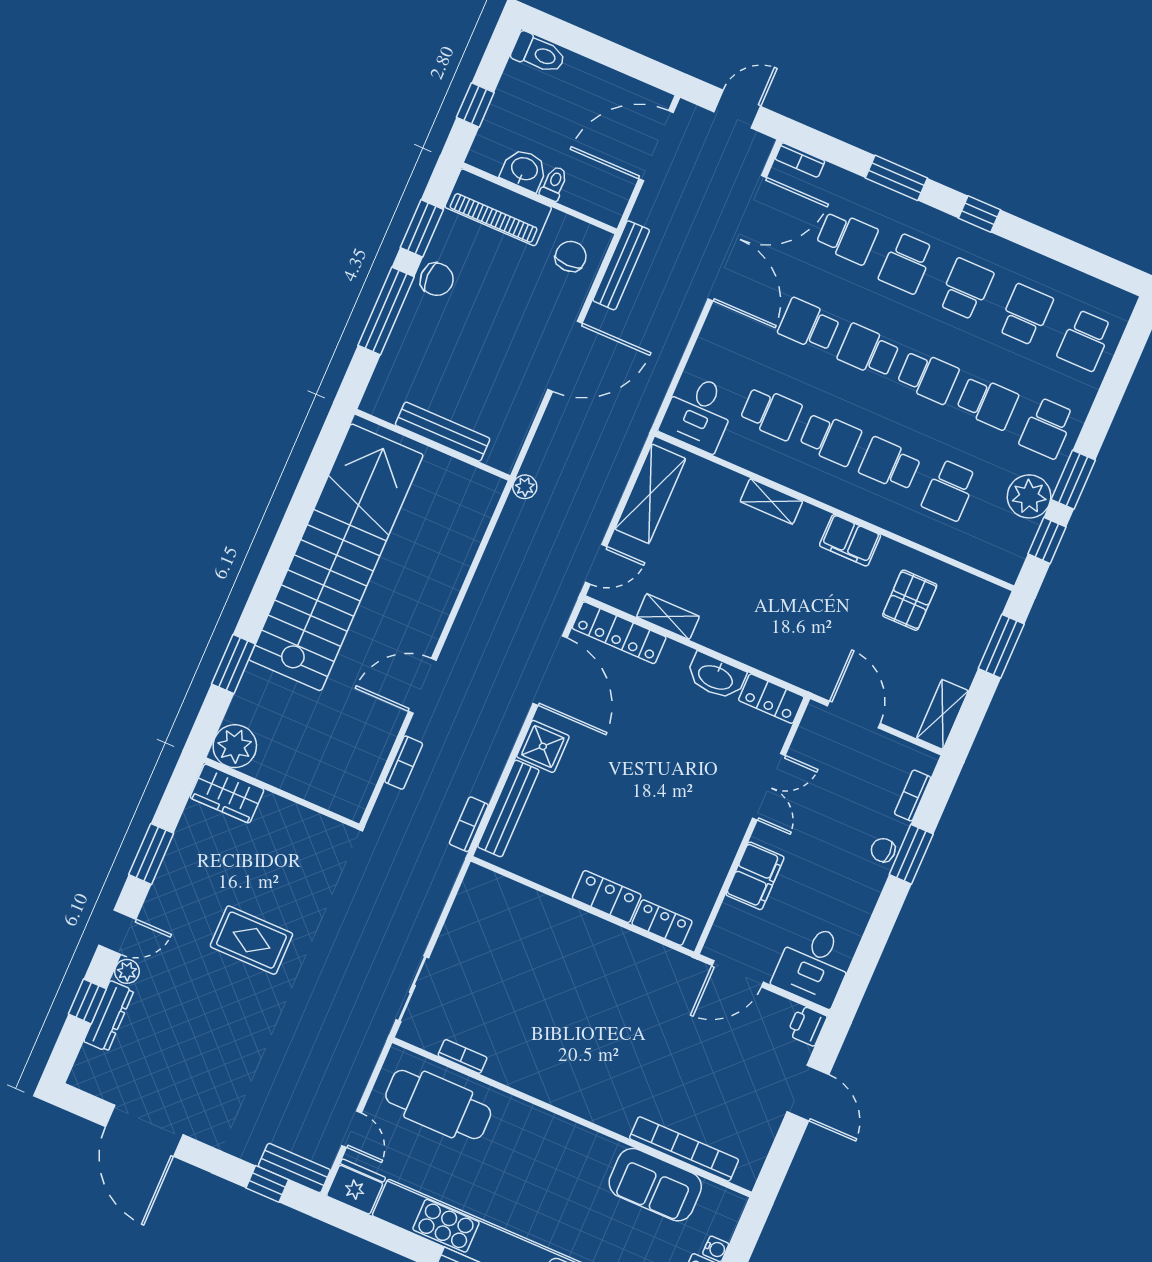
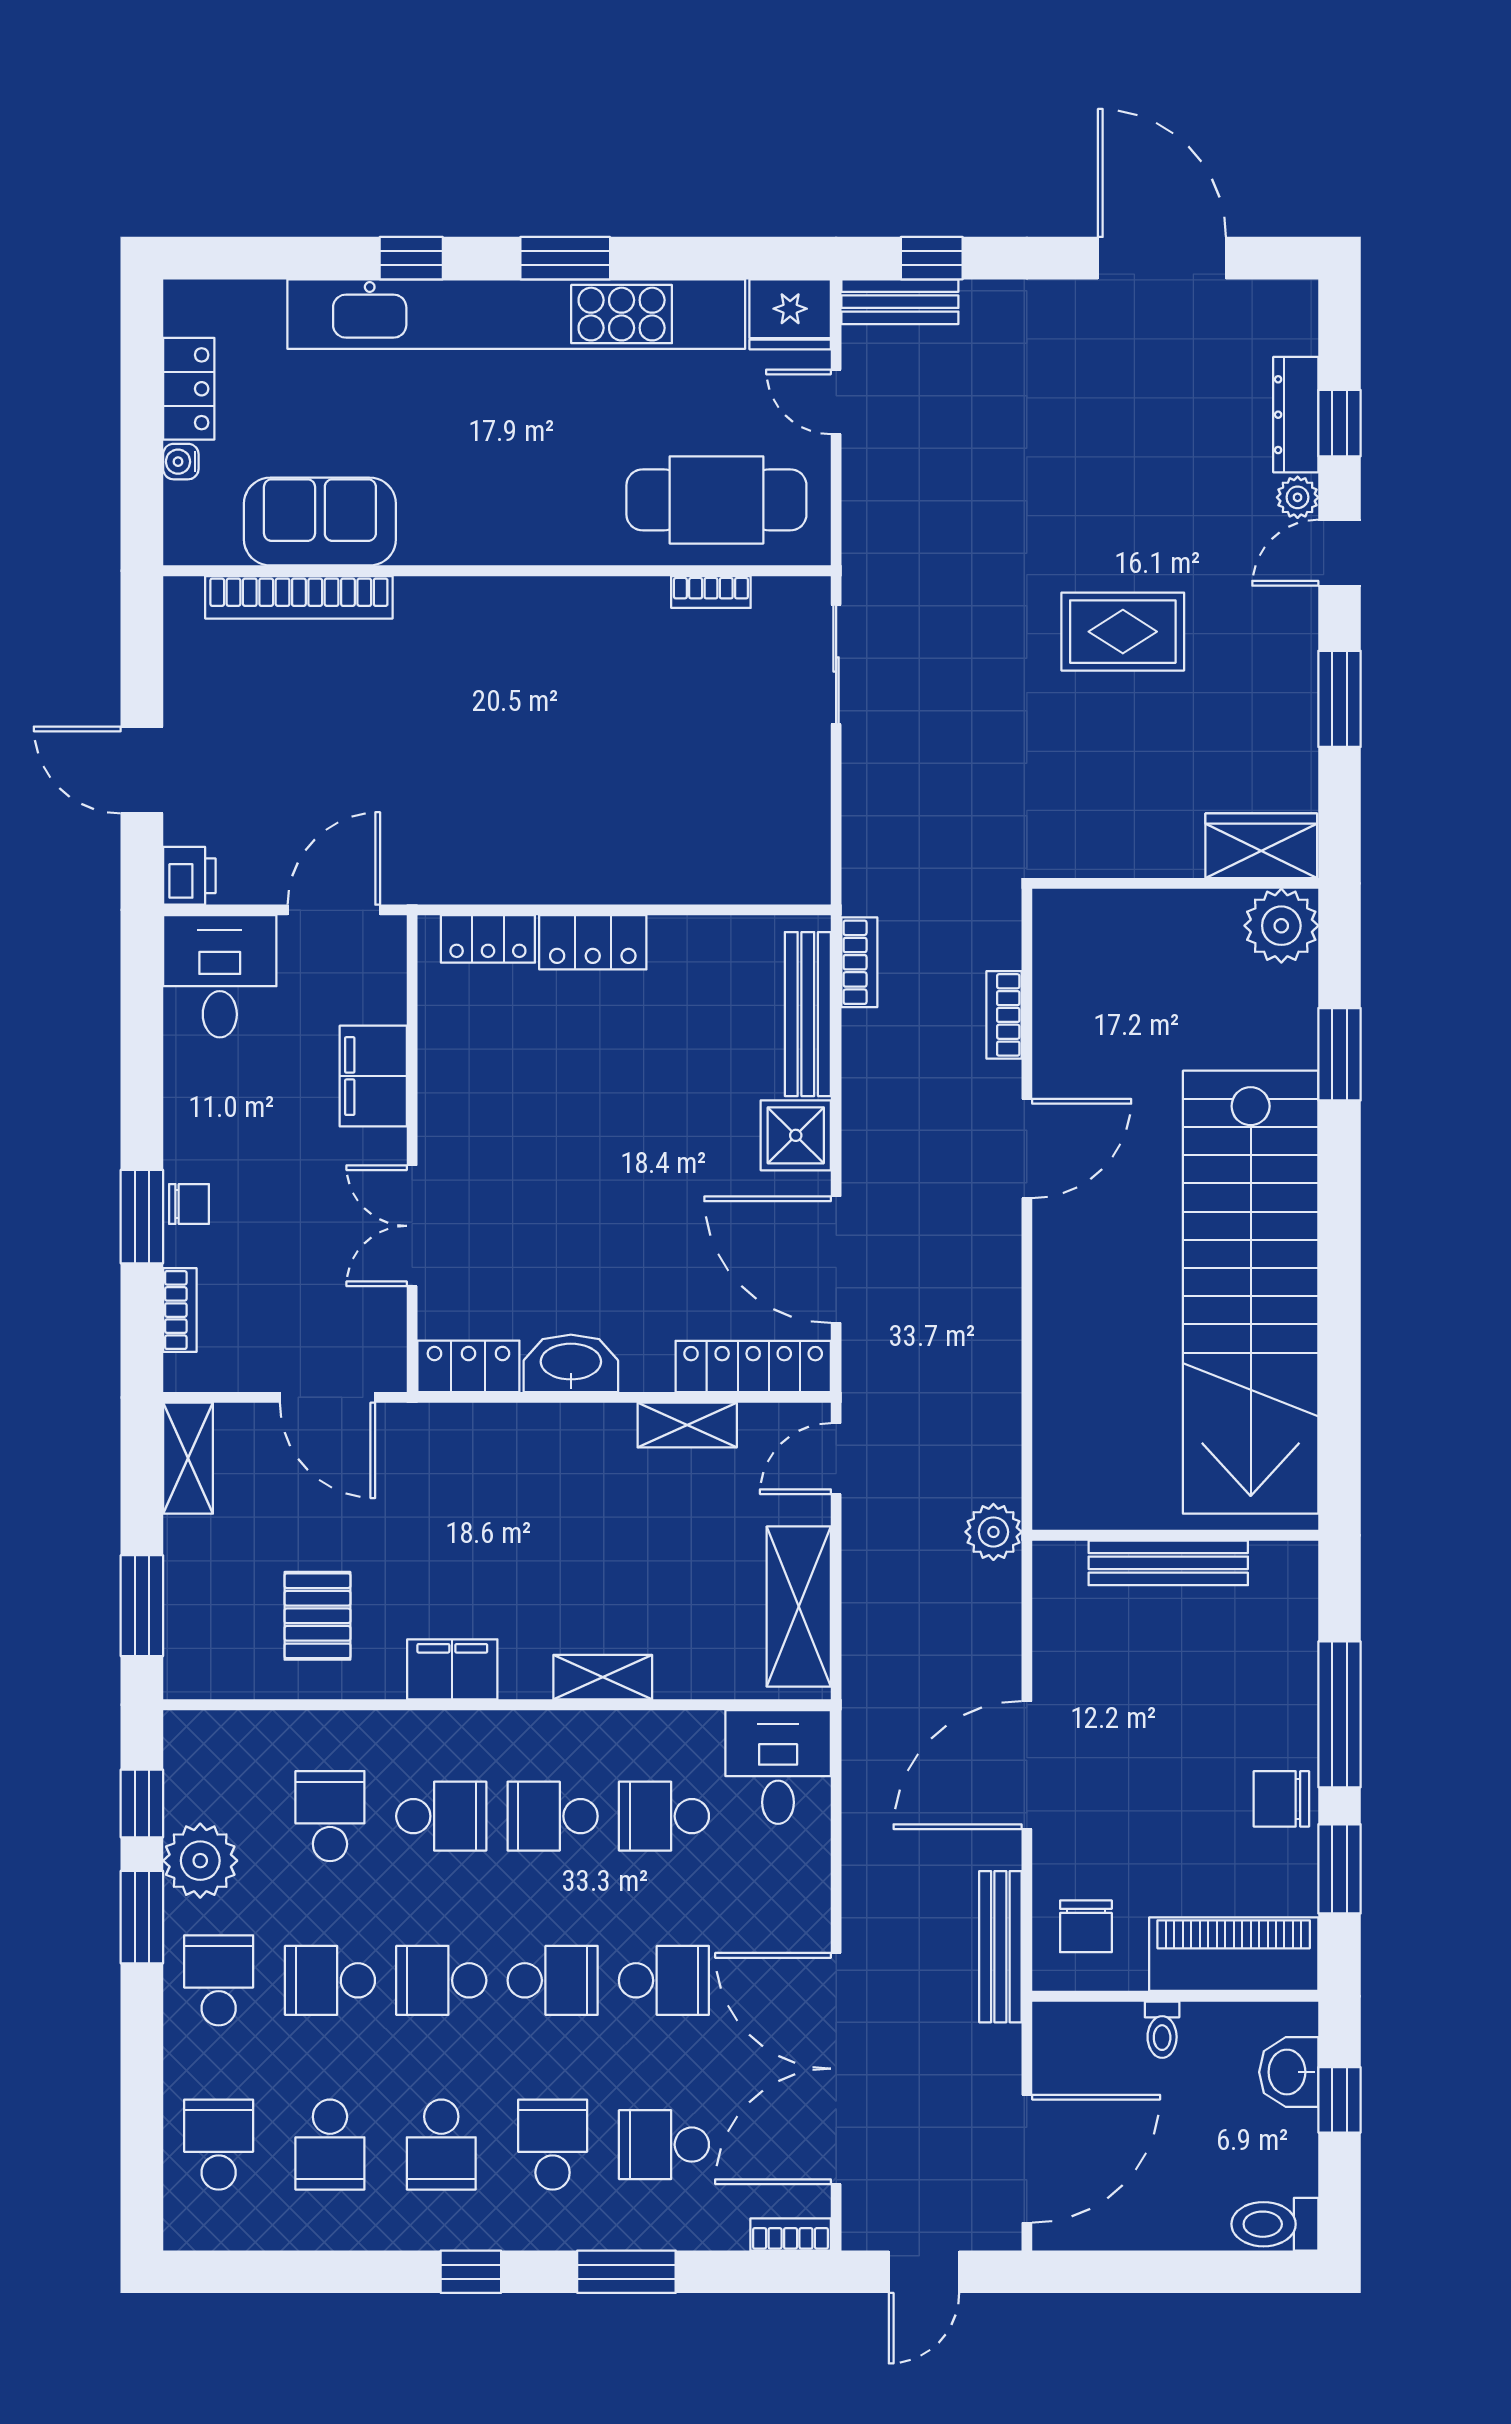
washbasin: (524, 170) -> (1289, 2072), moved, turned 90
plant: (525, 487) -> (993, 1532), width x1.38, depth x1.38

